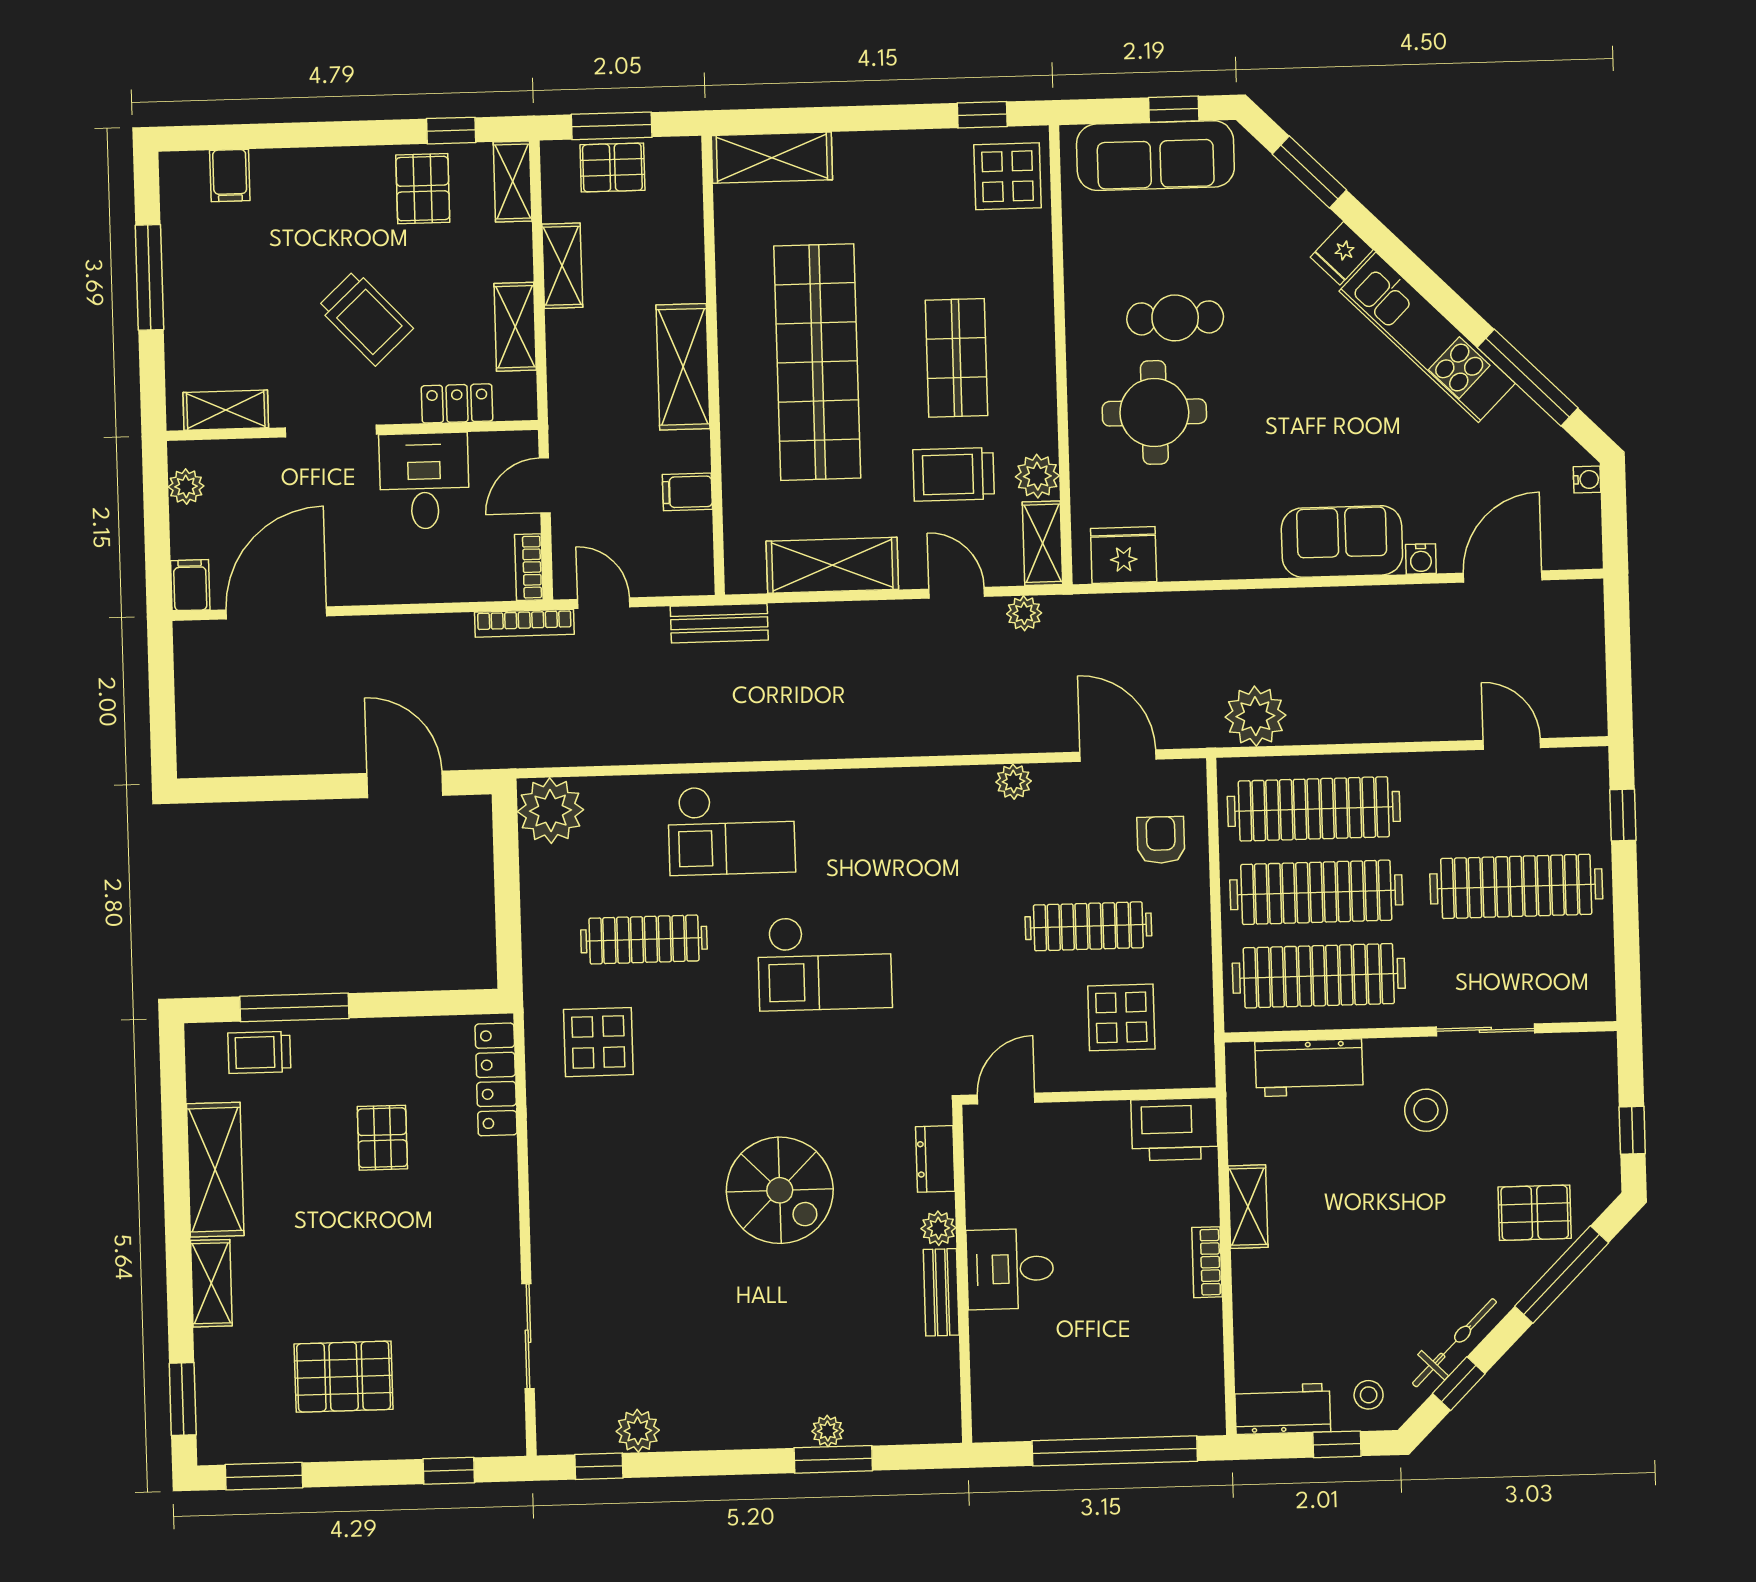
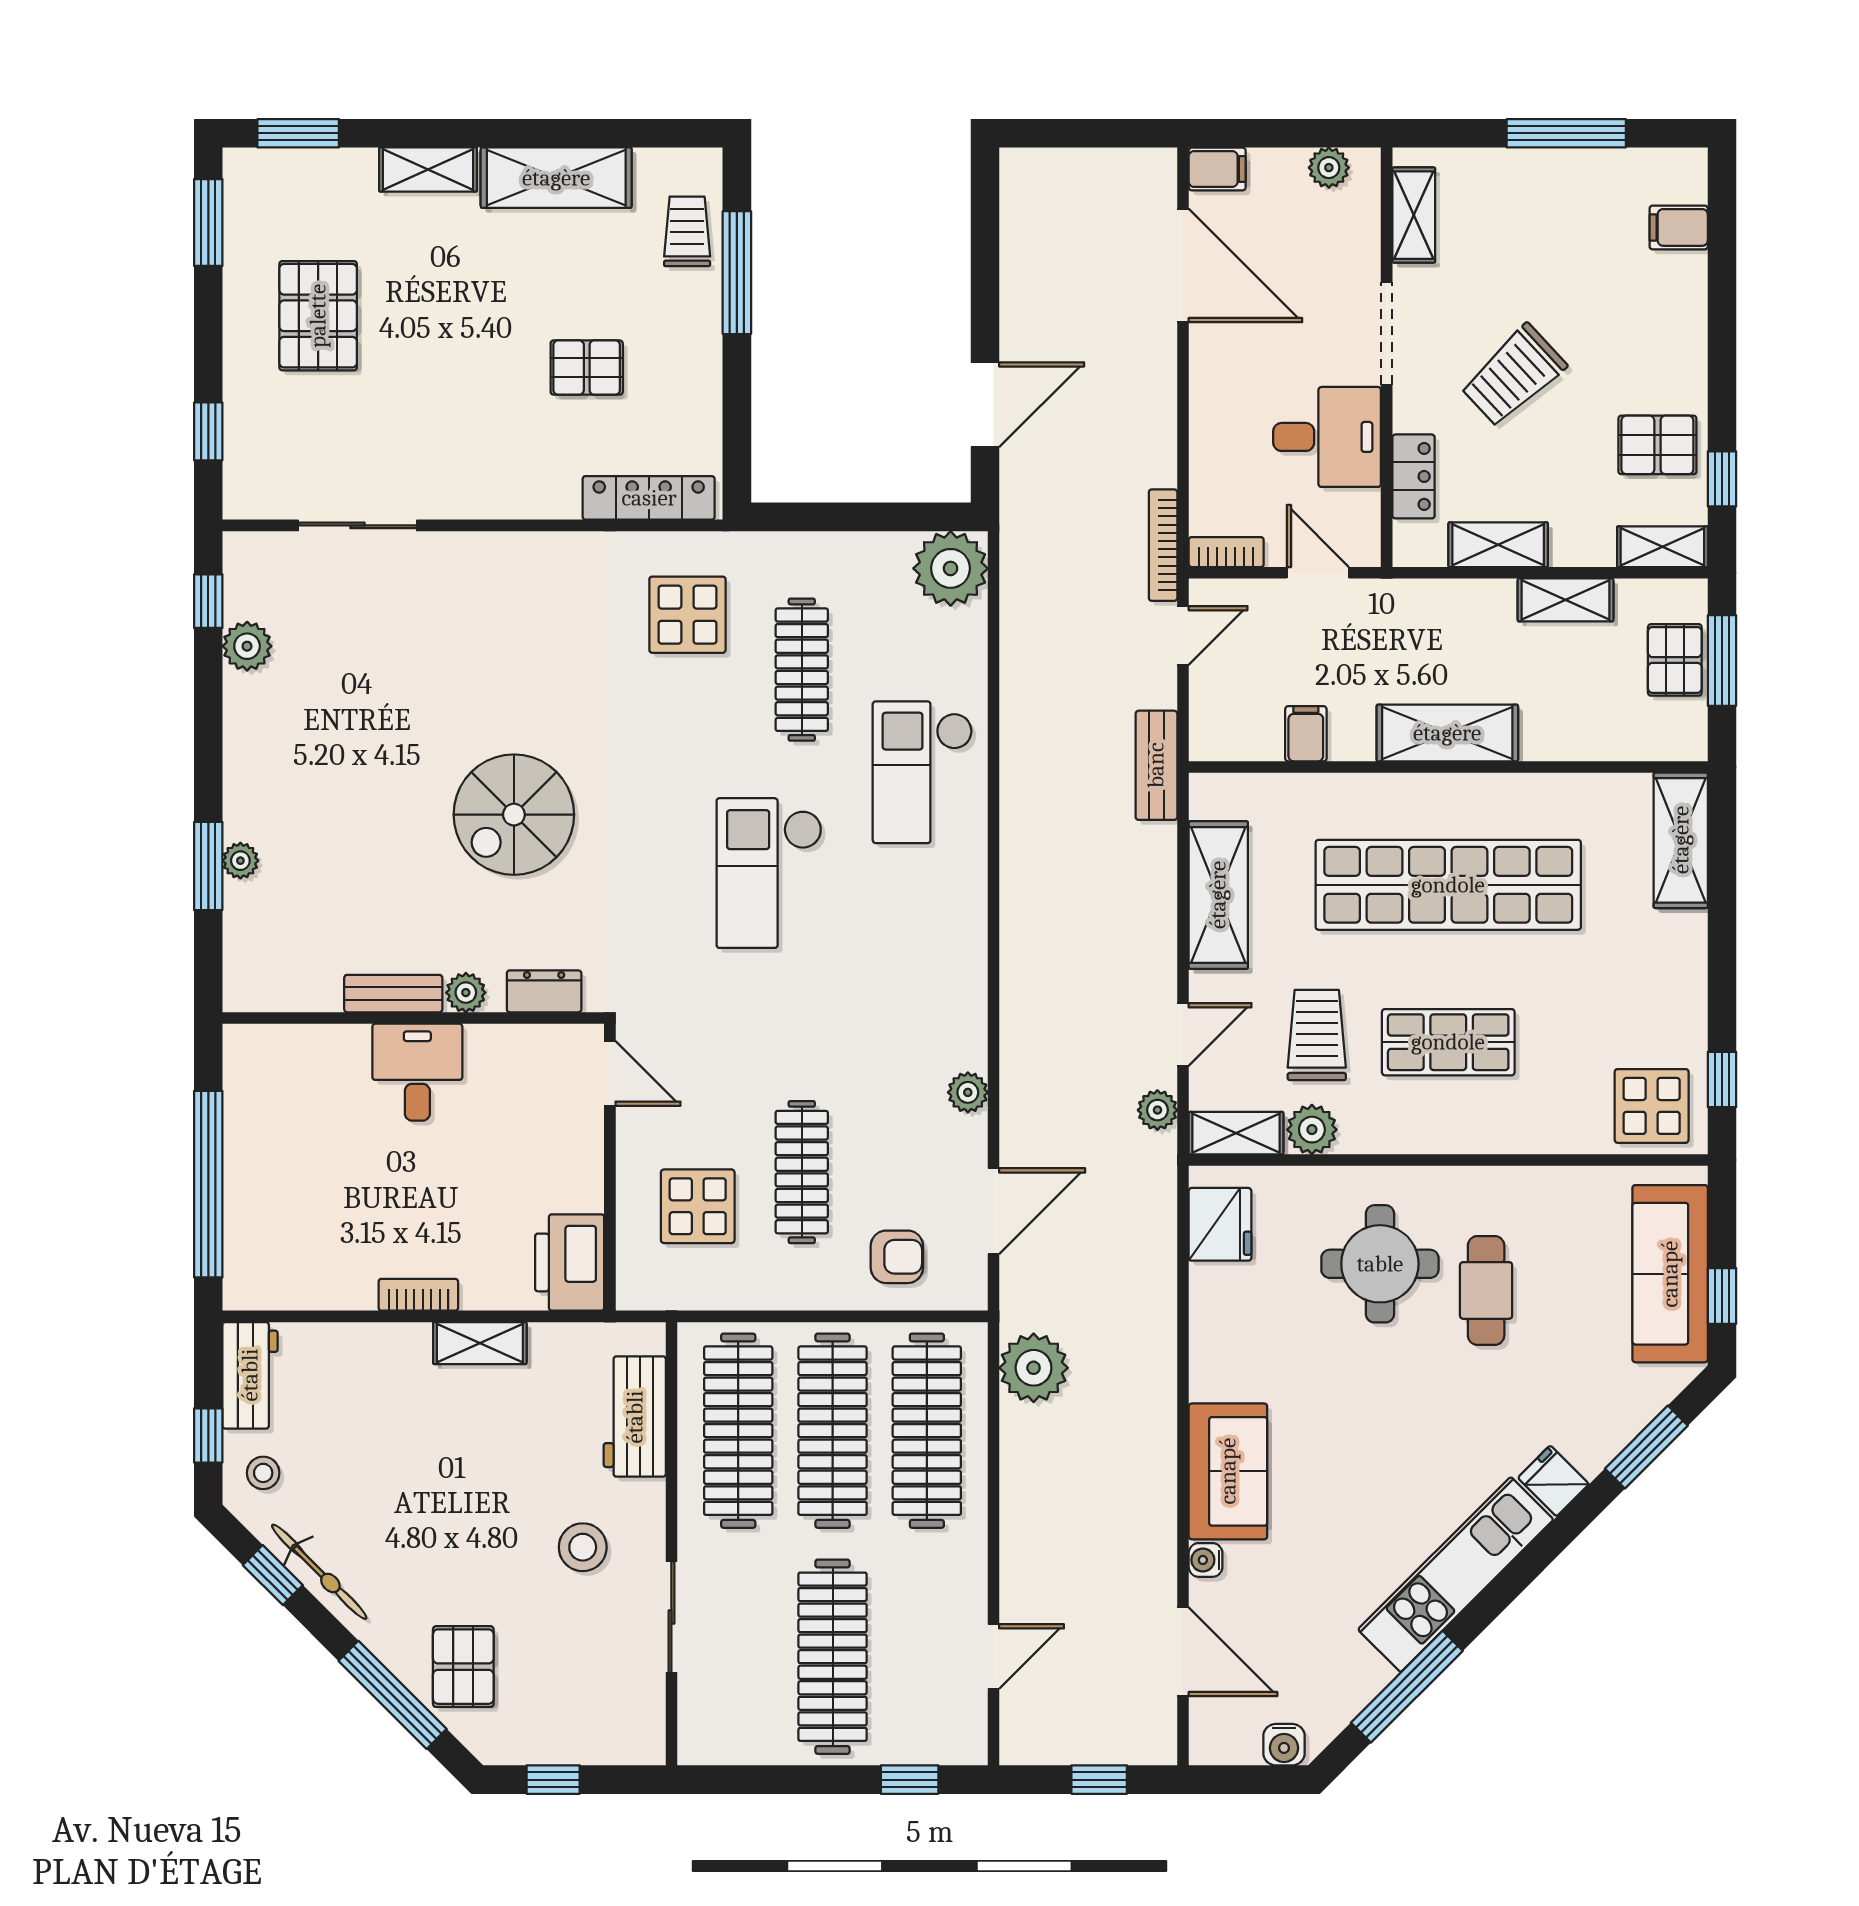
water cooler: (1587, 480) -> (1284, 1745), width x1.38, depth x1.38
window: (1618, 647) -> (1099, 1780), added

